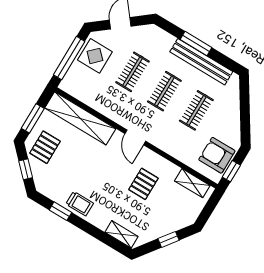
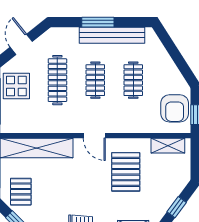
clothes rail: (133, 72) -> (57, 80), width x1.36
armchair: (217, 155) -> (175, 108), turned -90
pallet: (143, 184) -> (126, 172), width x1.50, depth x1.42

